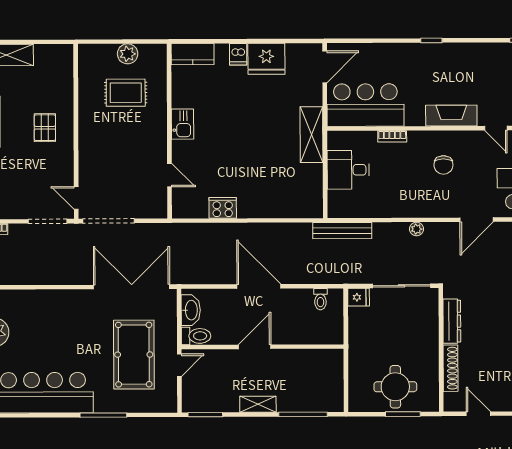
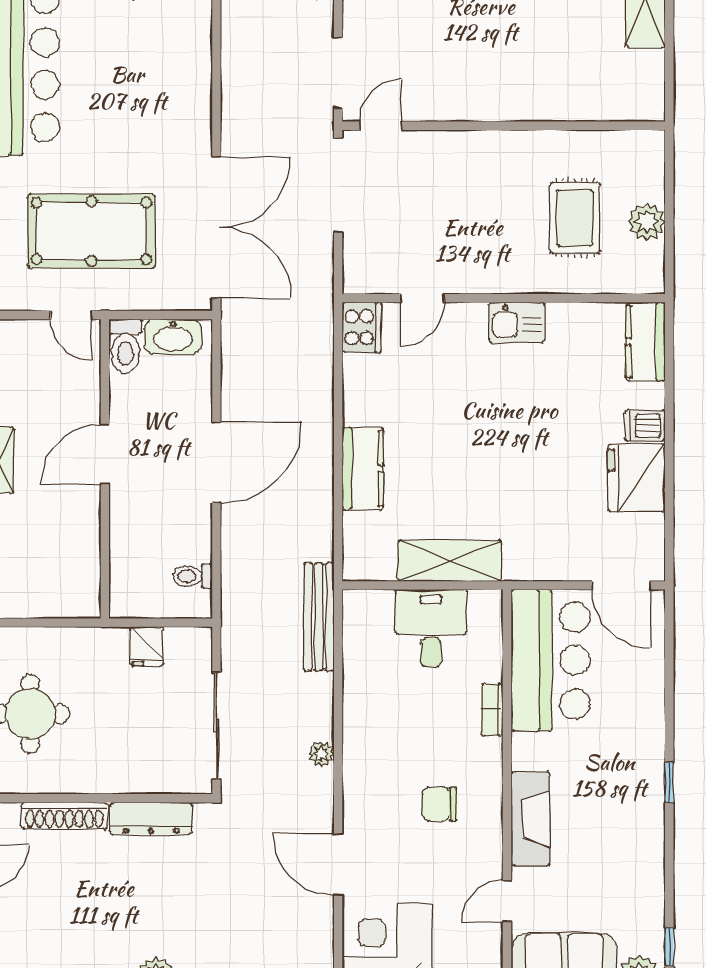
pallet: (45, 128) -> (511, 68), removed
shelving: (312, 135) -> (450, 561), moved
kitchen counter: (262, 207) -> (363, 469), added
cooker: (223, 208) -> (362, 327), moved
fridge: (359, 297) -> (147, 646), moved
door: (255, 347) -> (105, 454), swing flipped

